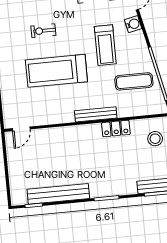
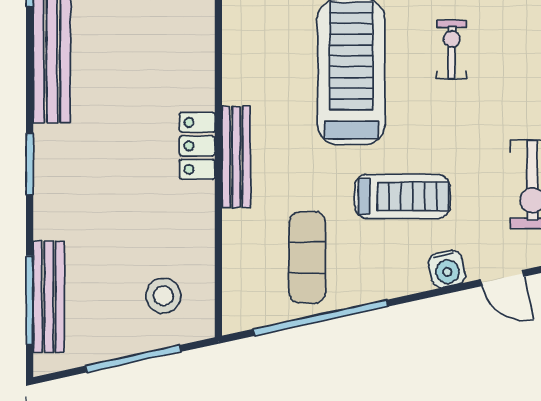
treadmill: (105, 45) -> (402, 196), turned 180
locker: (116, 128) -> (197, 146), moved

